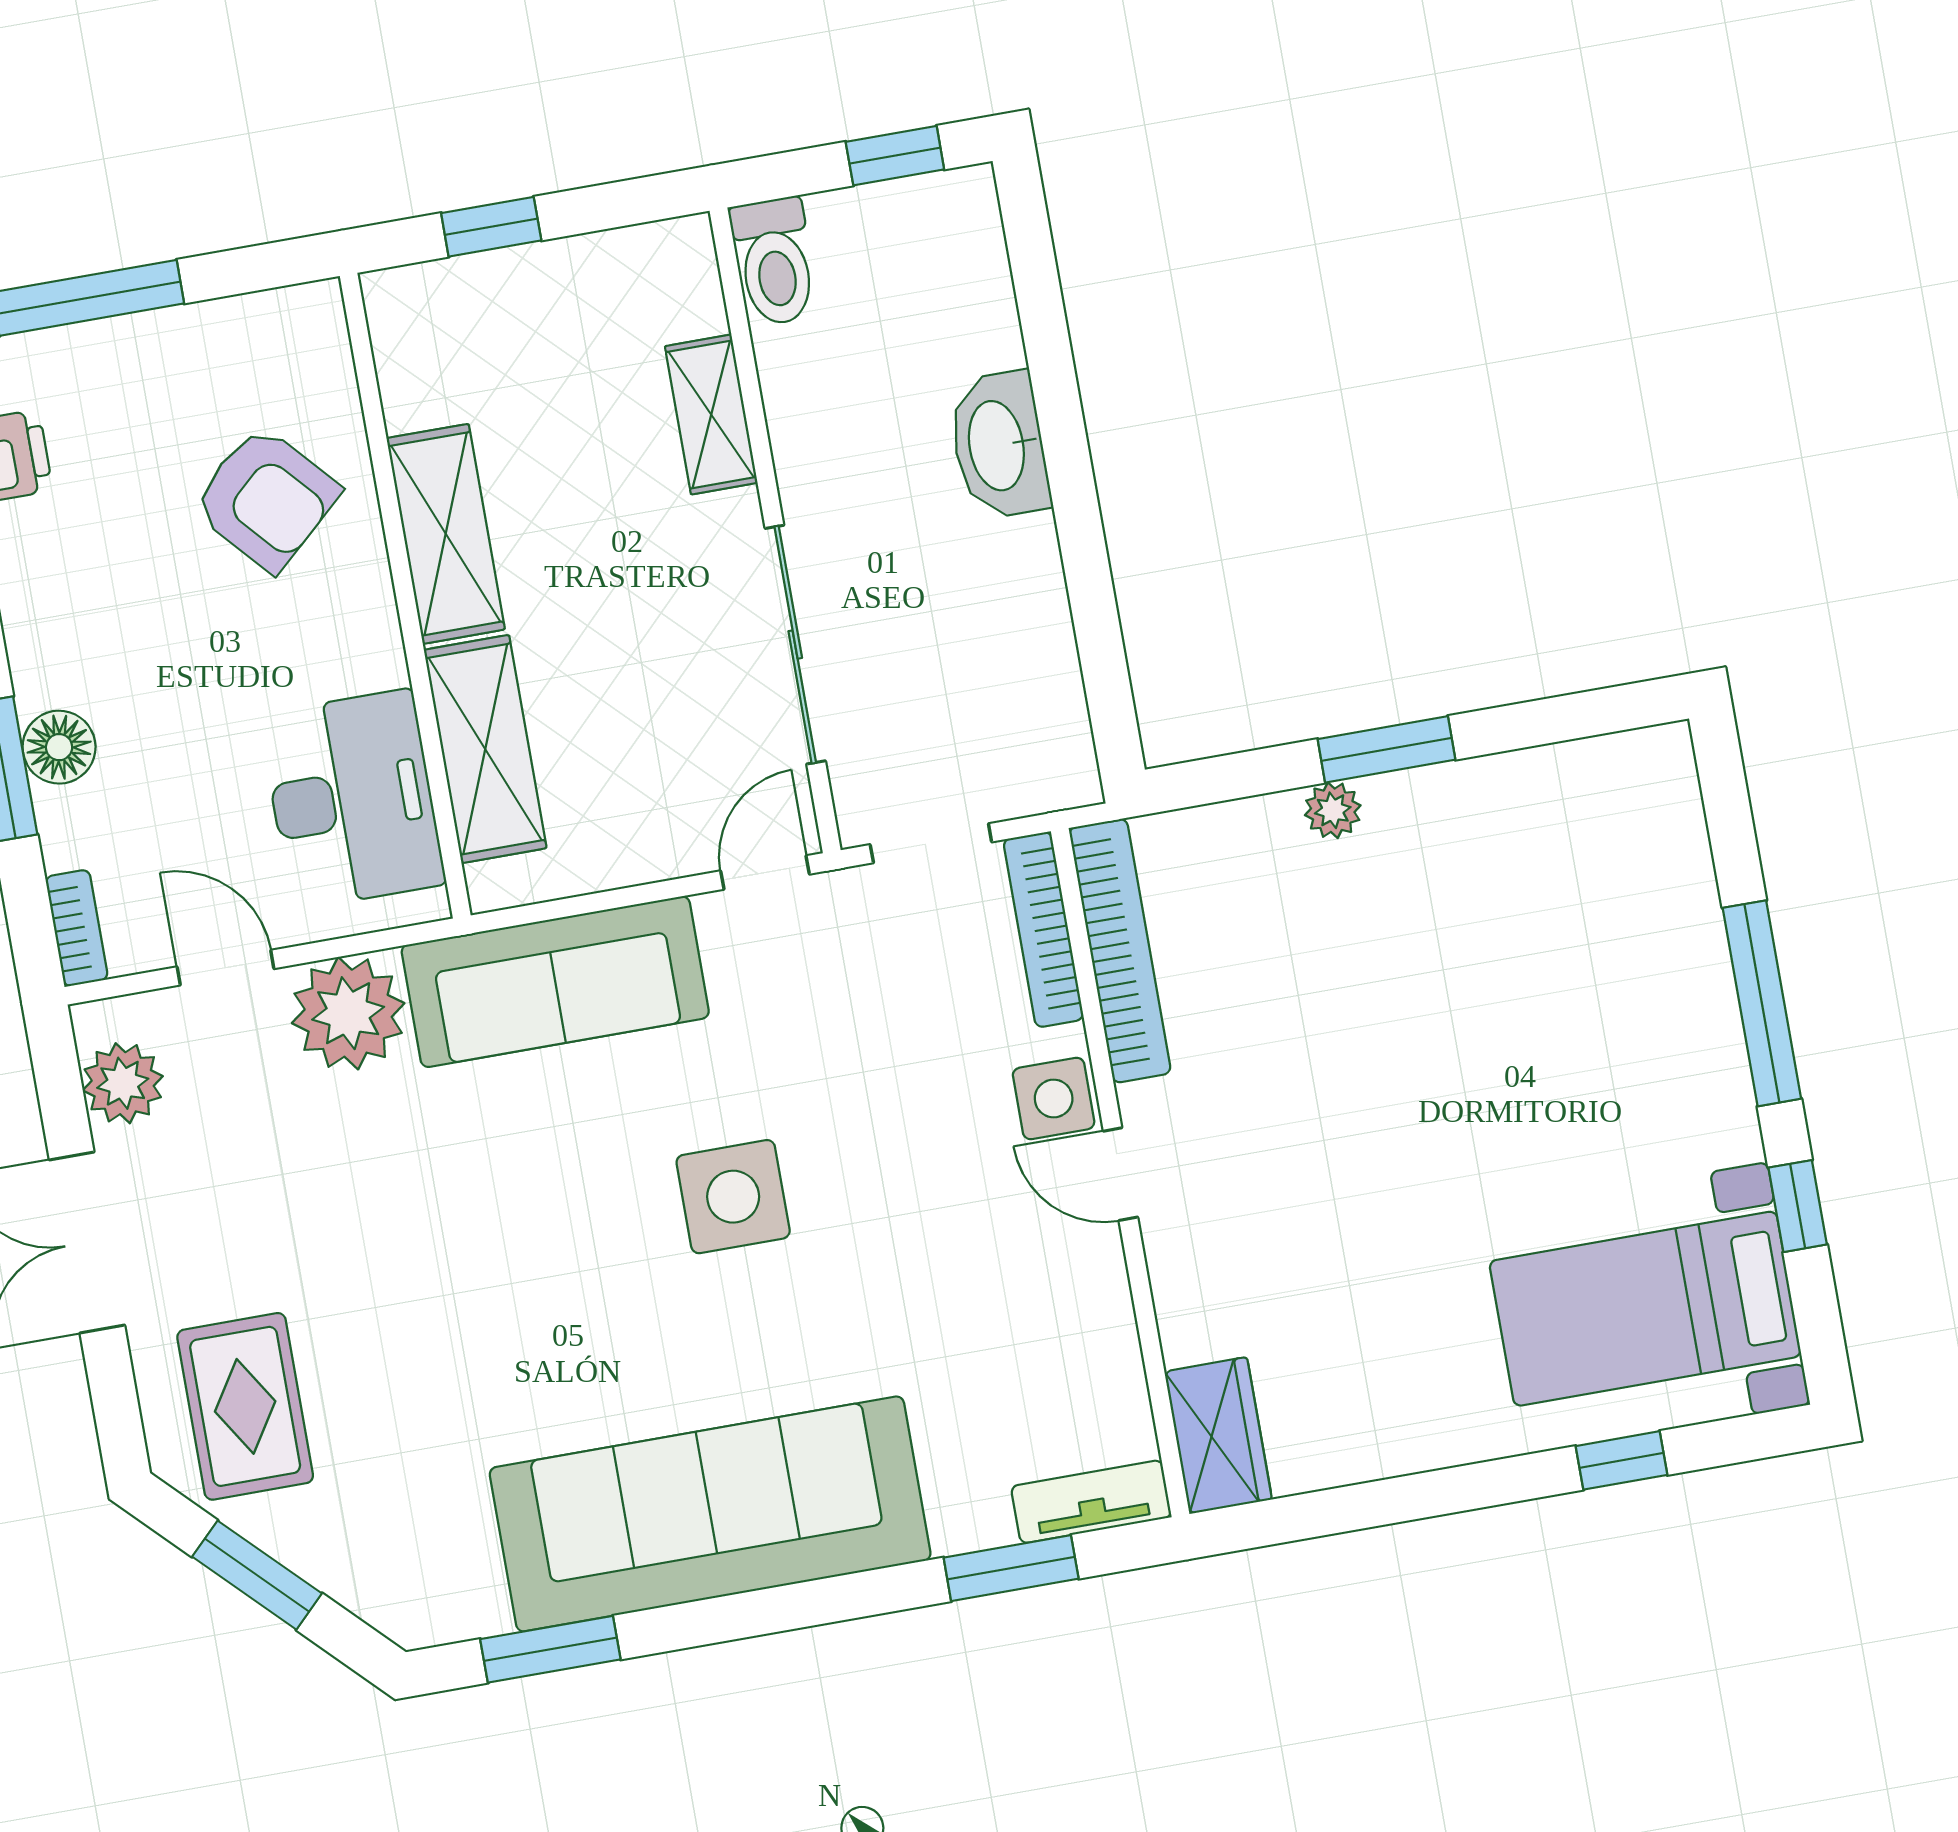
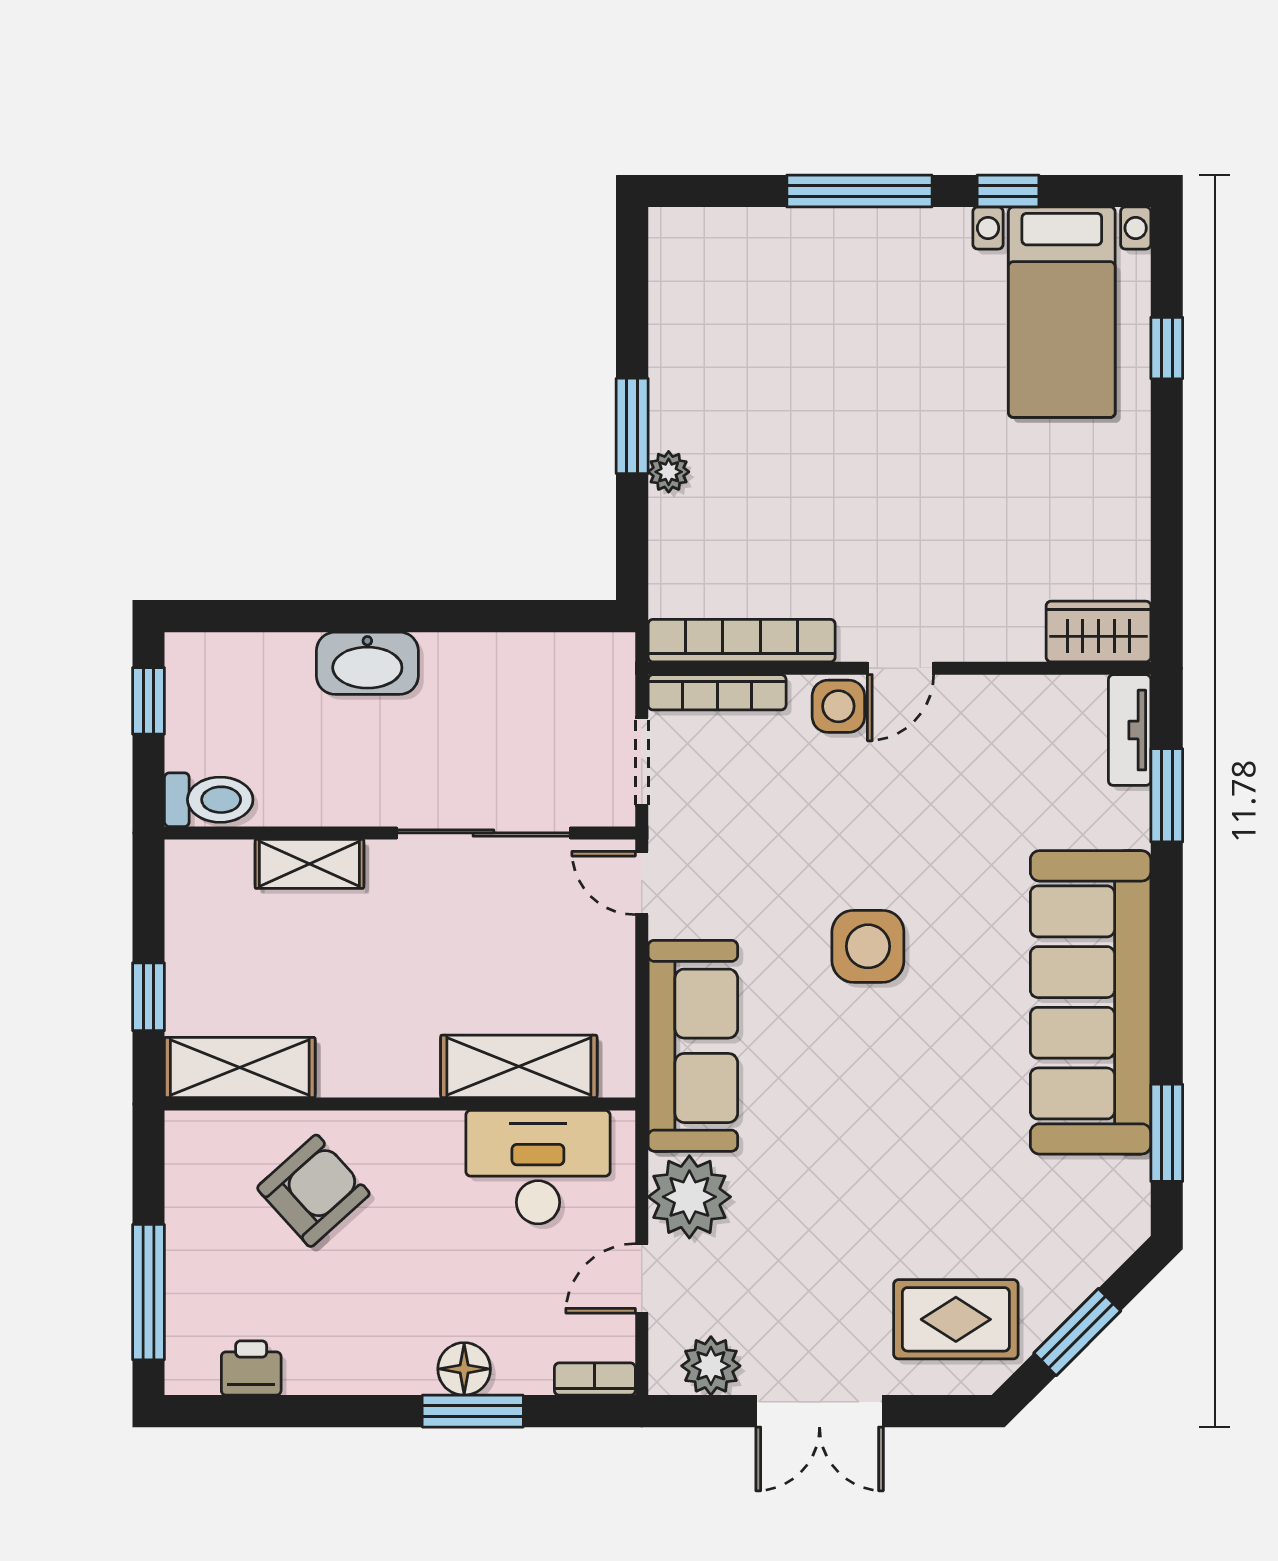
shelving: (446, 534) -> (240, 1067), moved

